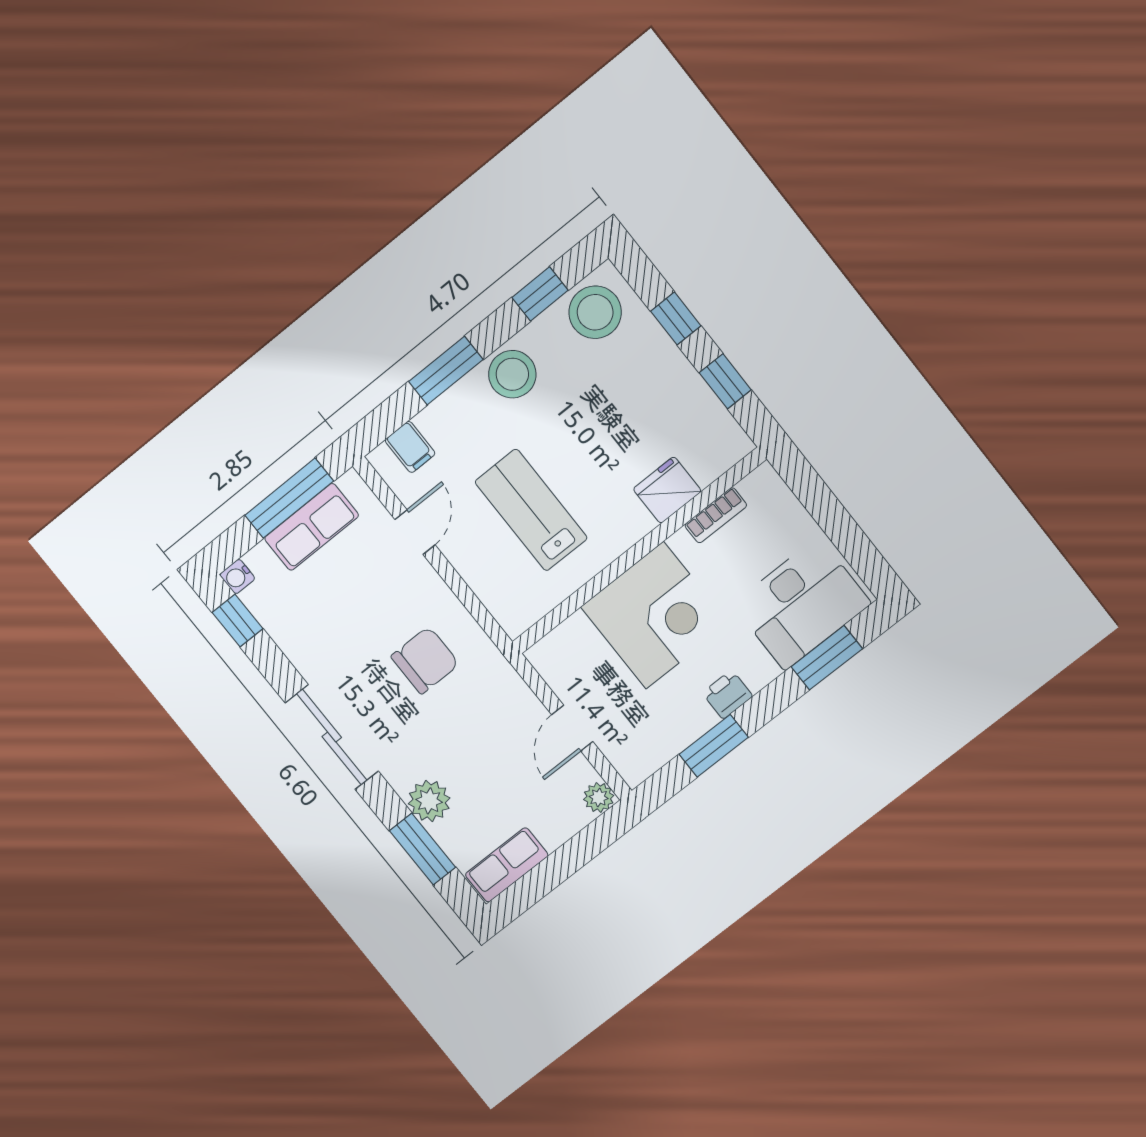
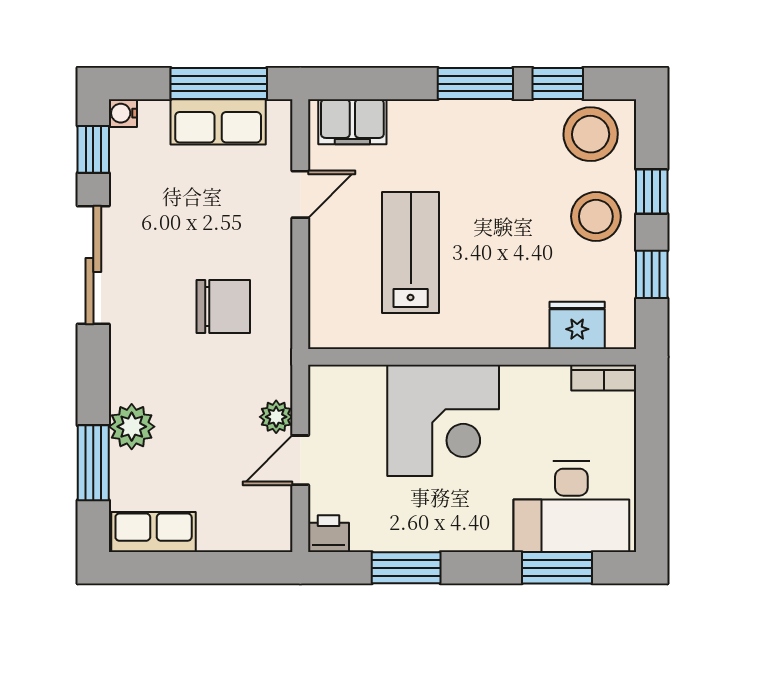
window: (446, 371) -> (475, 84), moved
stool: (512, 374) -> (596, 216), moved
filing cabinet: (410, 447) -> (352, 122), width x2.00
fridge: (667, 490) -> (577, 325), moved
bookcase: (716, 515) -> (604, 378), moved
printer: (727, 694) -> (328, 534), moved
sliding door: (332, 737) -> (93, 265), moved
plant: (599, 797) -> (276, 417), moved

